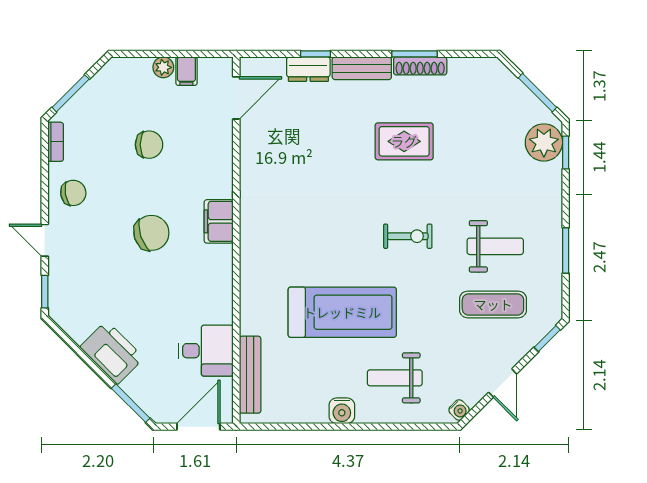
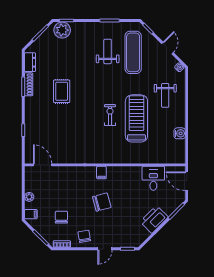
bench: (362, 68) -> (30, 110), removed
dresser: (308, 69) -> (30, 62), moved
filing cabinet: (186, 71) -> (31, 214), moved
chair: (149, 145) -> (61, 217), moved
filing cabinet: (219, 221) -> (101, 173), width x0.50
chair: (151, 233) -> (102, 202), turned 93
exercise bike: (408, 236) -> (110, 115), moved
exercise mat: (493, 304) -> (133, 52), width x1.36, depth x1.45
bench: (250, 375) -> (164, 159), removed
door: (503, 383) -> (168, 48), hinge flipped
water cooler: (342, 411) -> (180, 133), moved

